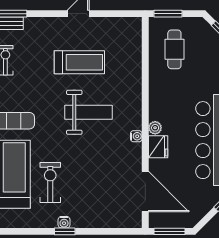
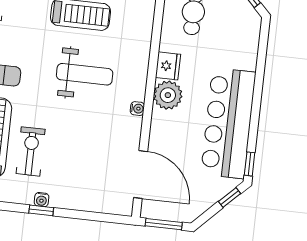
plant: (155, 128) -> (168, 95), width x1.88, depth x1.88
fridge: (158, 147) -> (168, 66), moved

